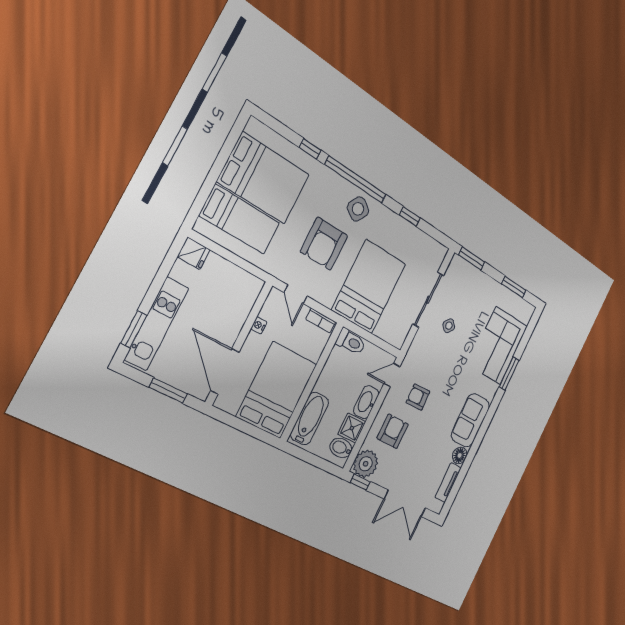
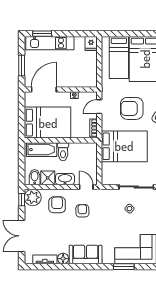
toilet: (351, 342) -> (63, 152), moved
armchair: (393, 431) -> (57, 205), turned -90

